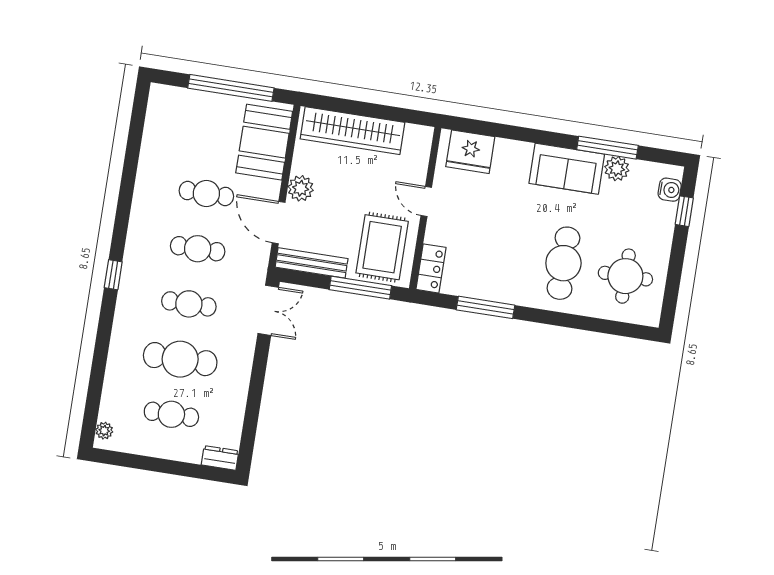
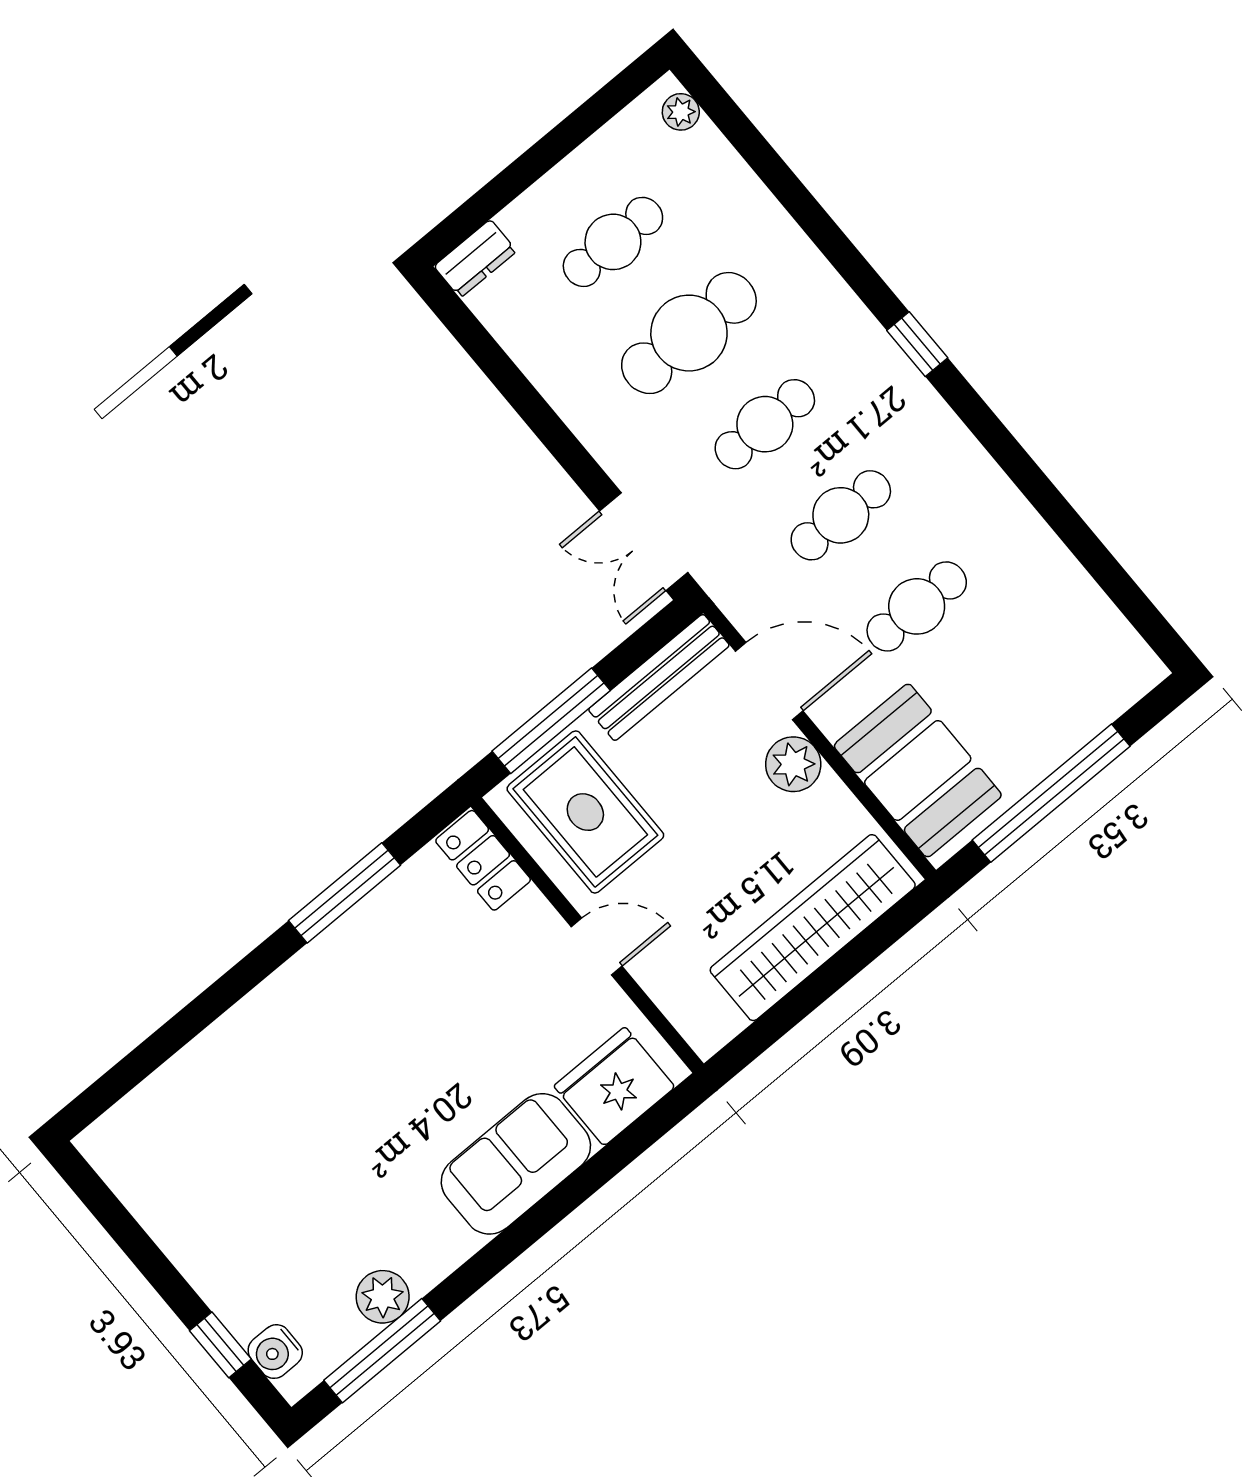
window: (607, 148) -> (382, 1351), moved
sofa: (567, 169) -> (516, 1164), moved
cafe table: (563, 263) -> (306, 1079), removed
round table: (625, 276) -> (199, 1160), removed

